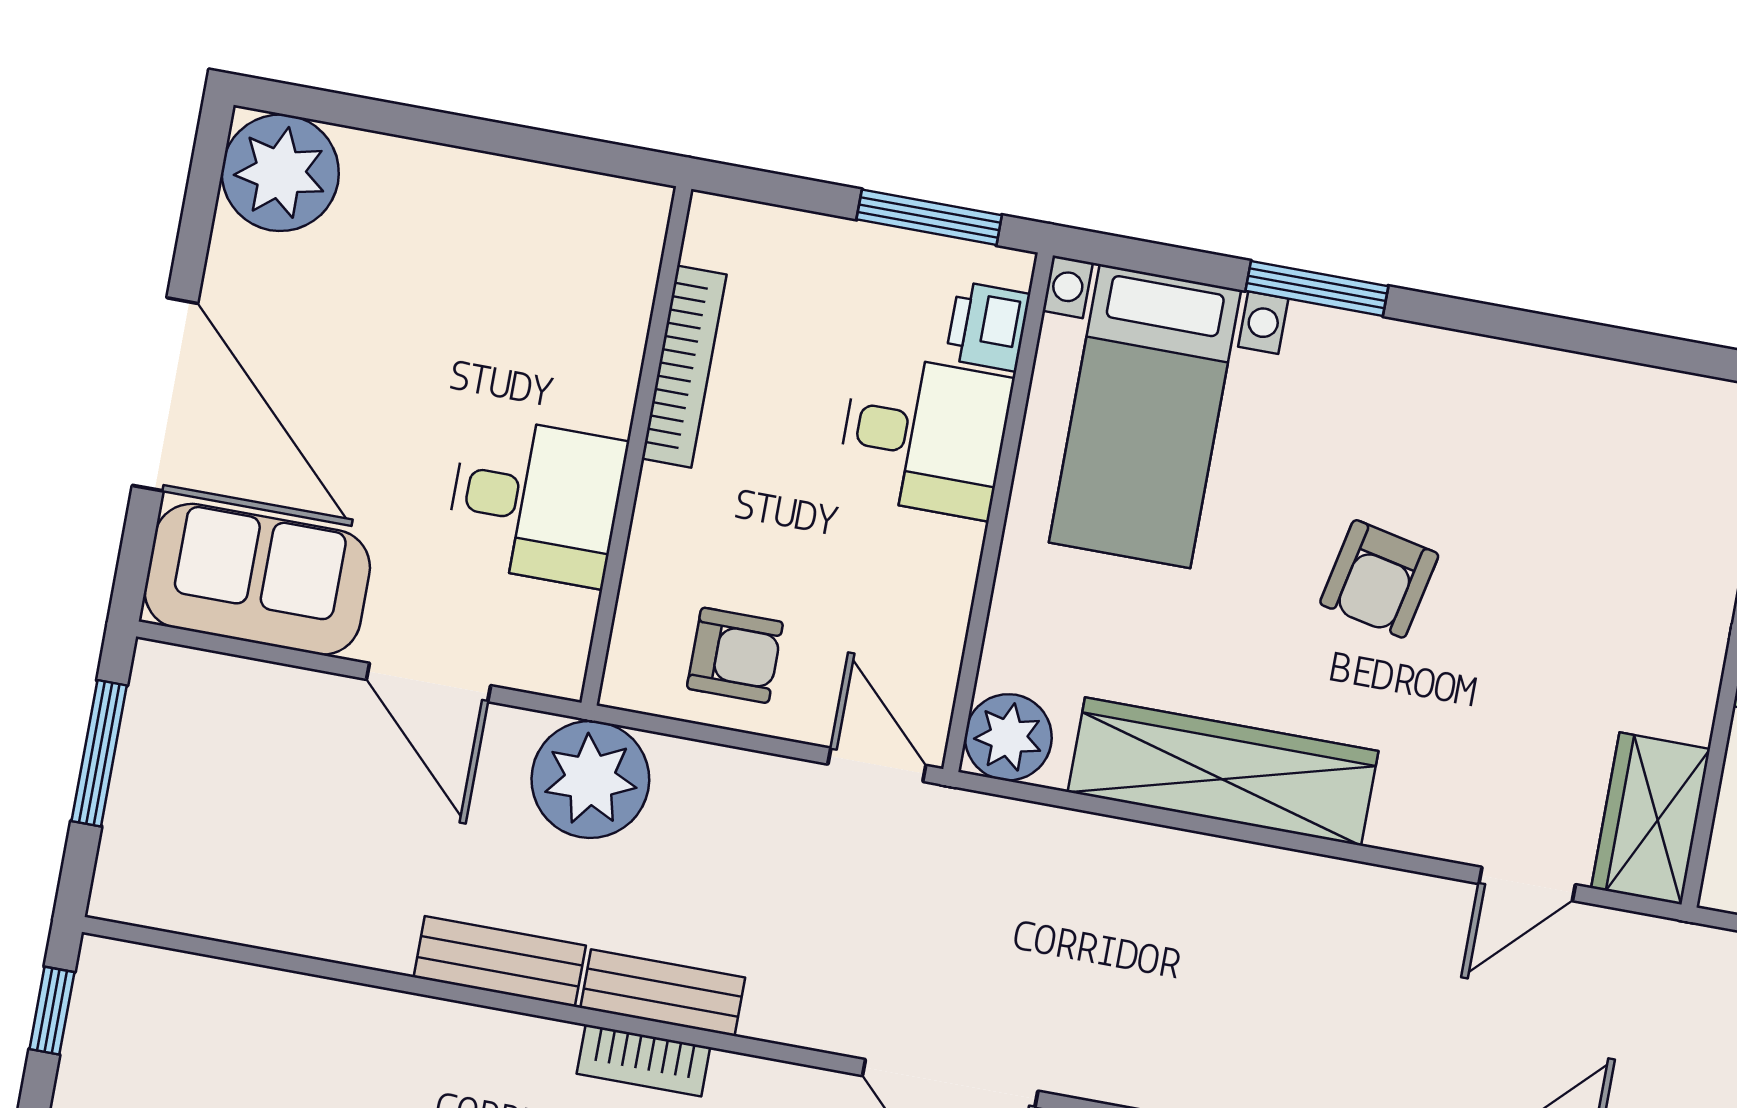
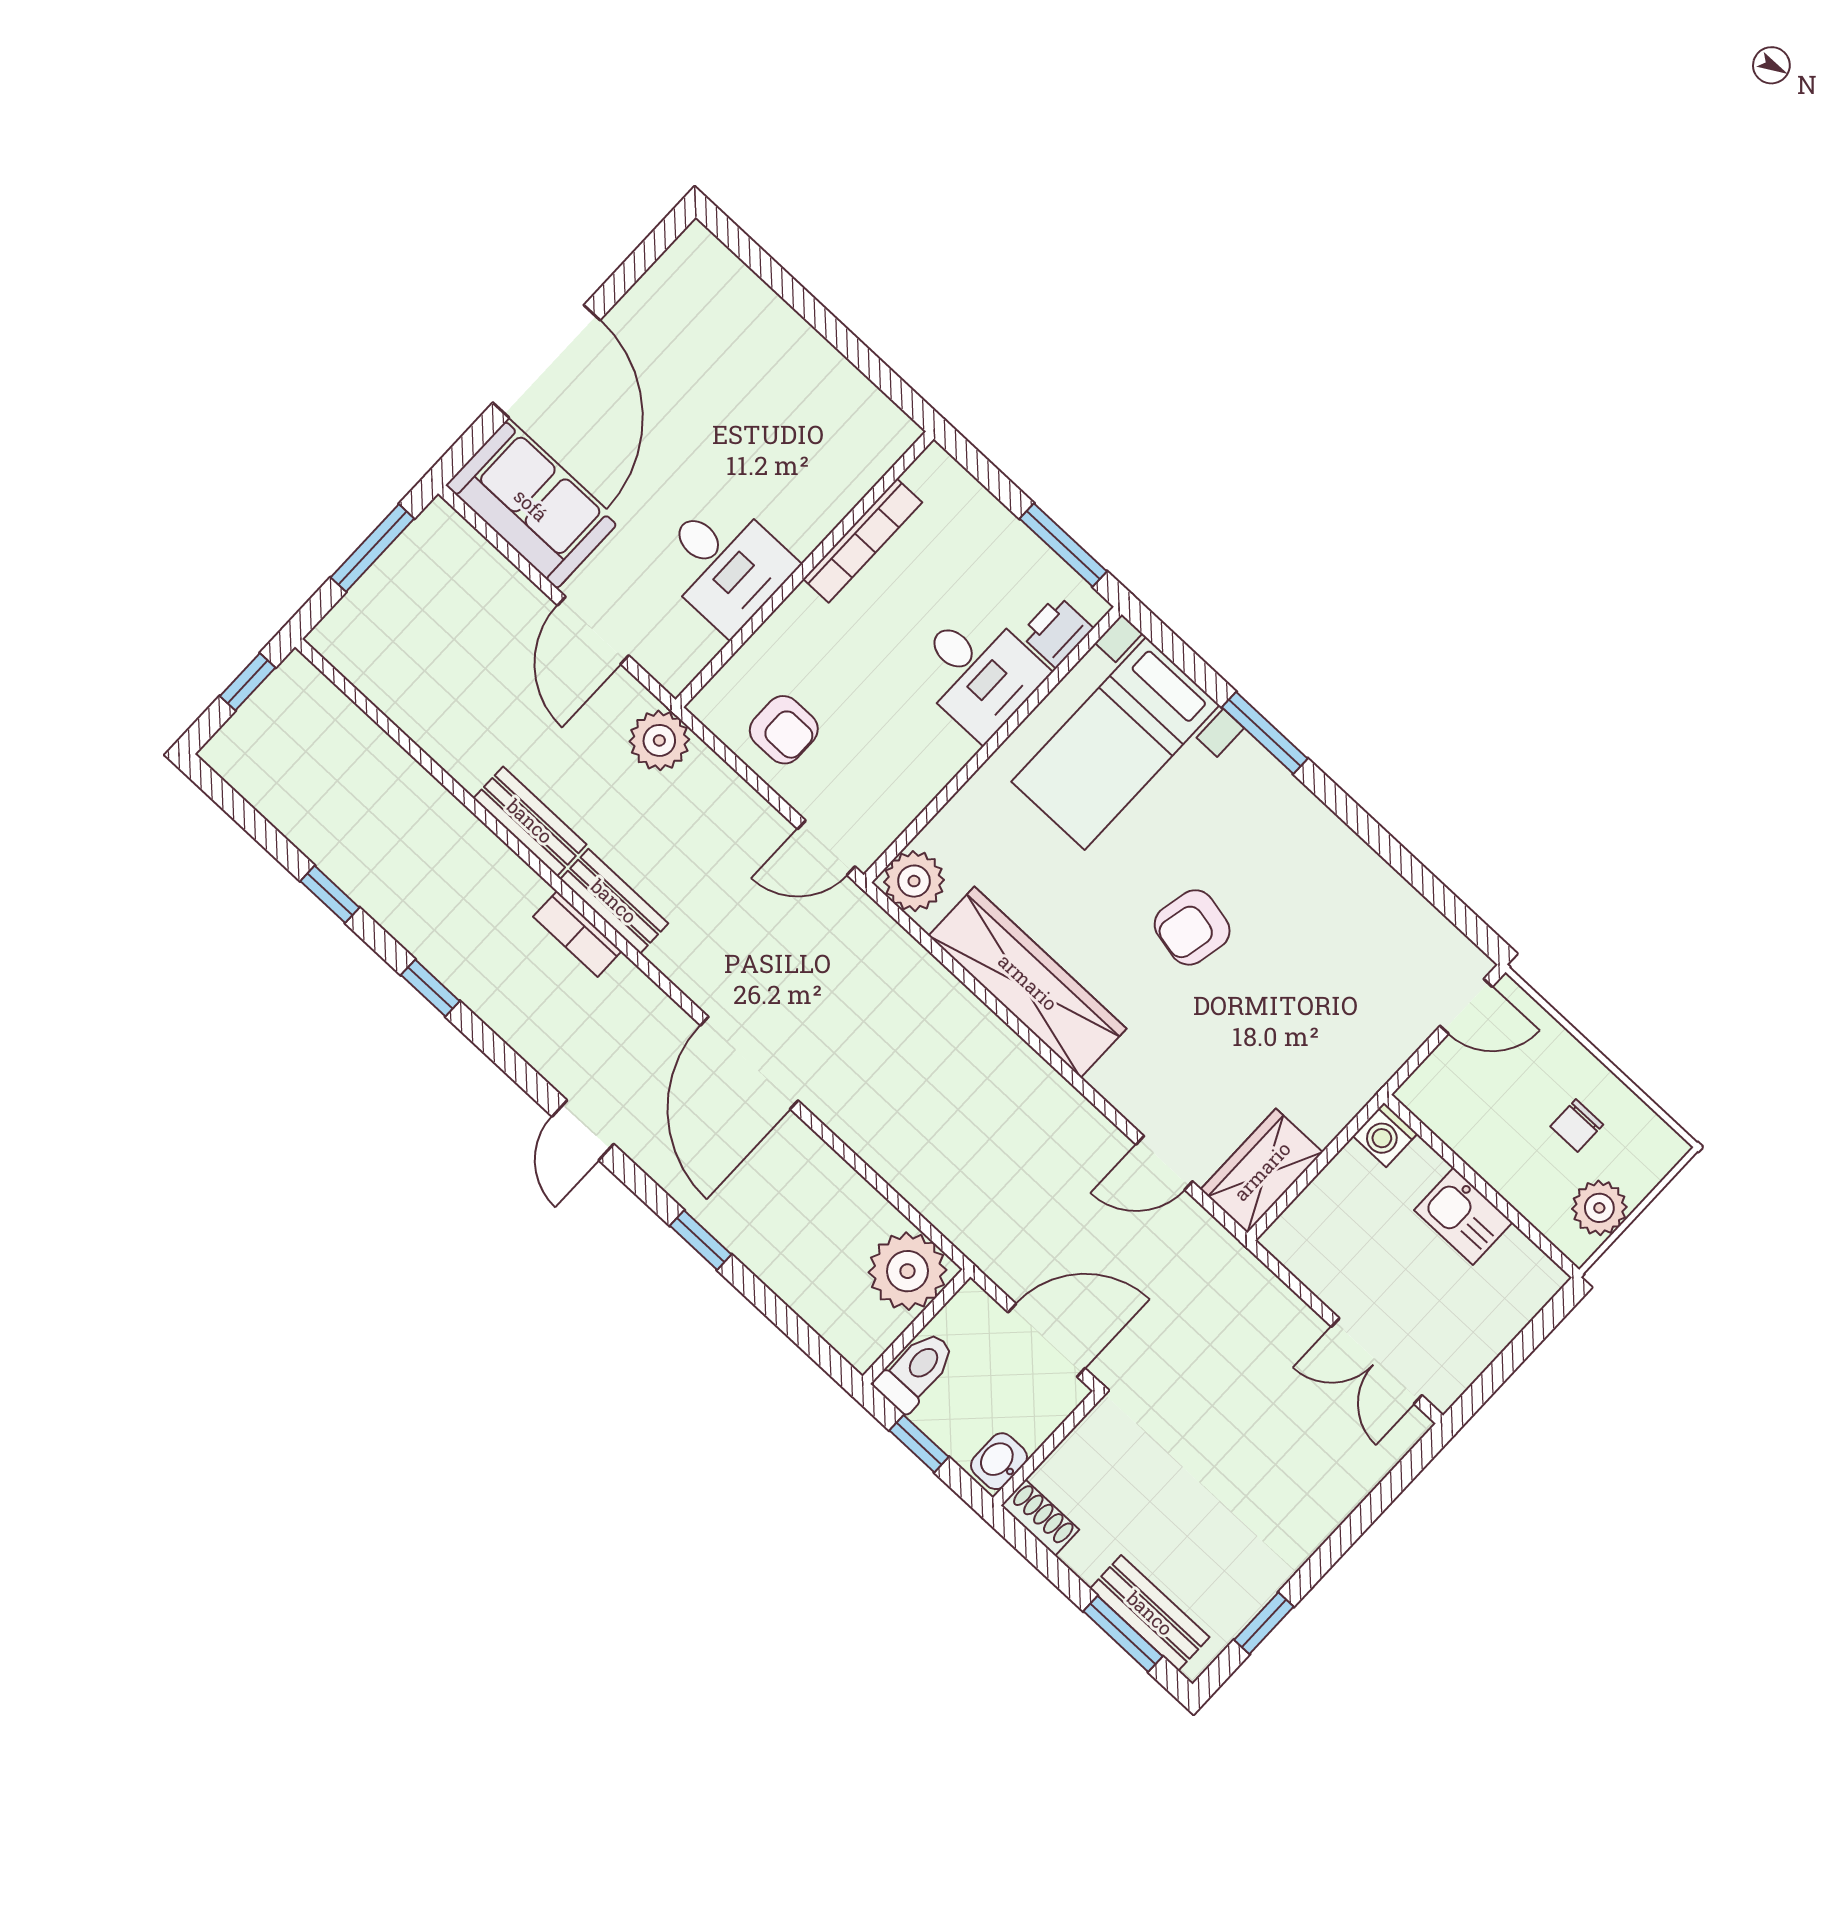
plant: (280, 173) -> (698, 274), removed
door: (877, 765) -> (826, 848), swing flipped
plant: (590, 779) -> (659, 740), width x0.73, depth x0.73

